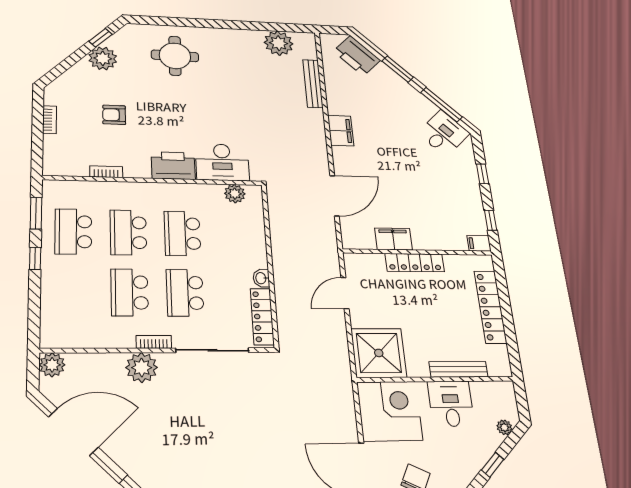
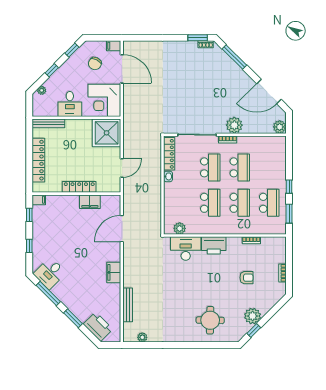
plant: (279, 43) -> (142, 337), width x0.53, depth x0.53
bench: (458, 369) -> (48, 123), moved

